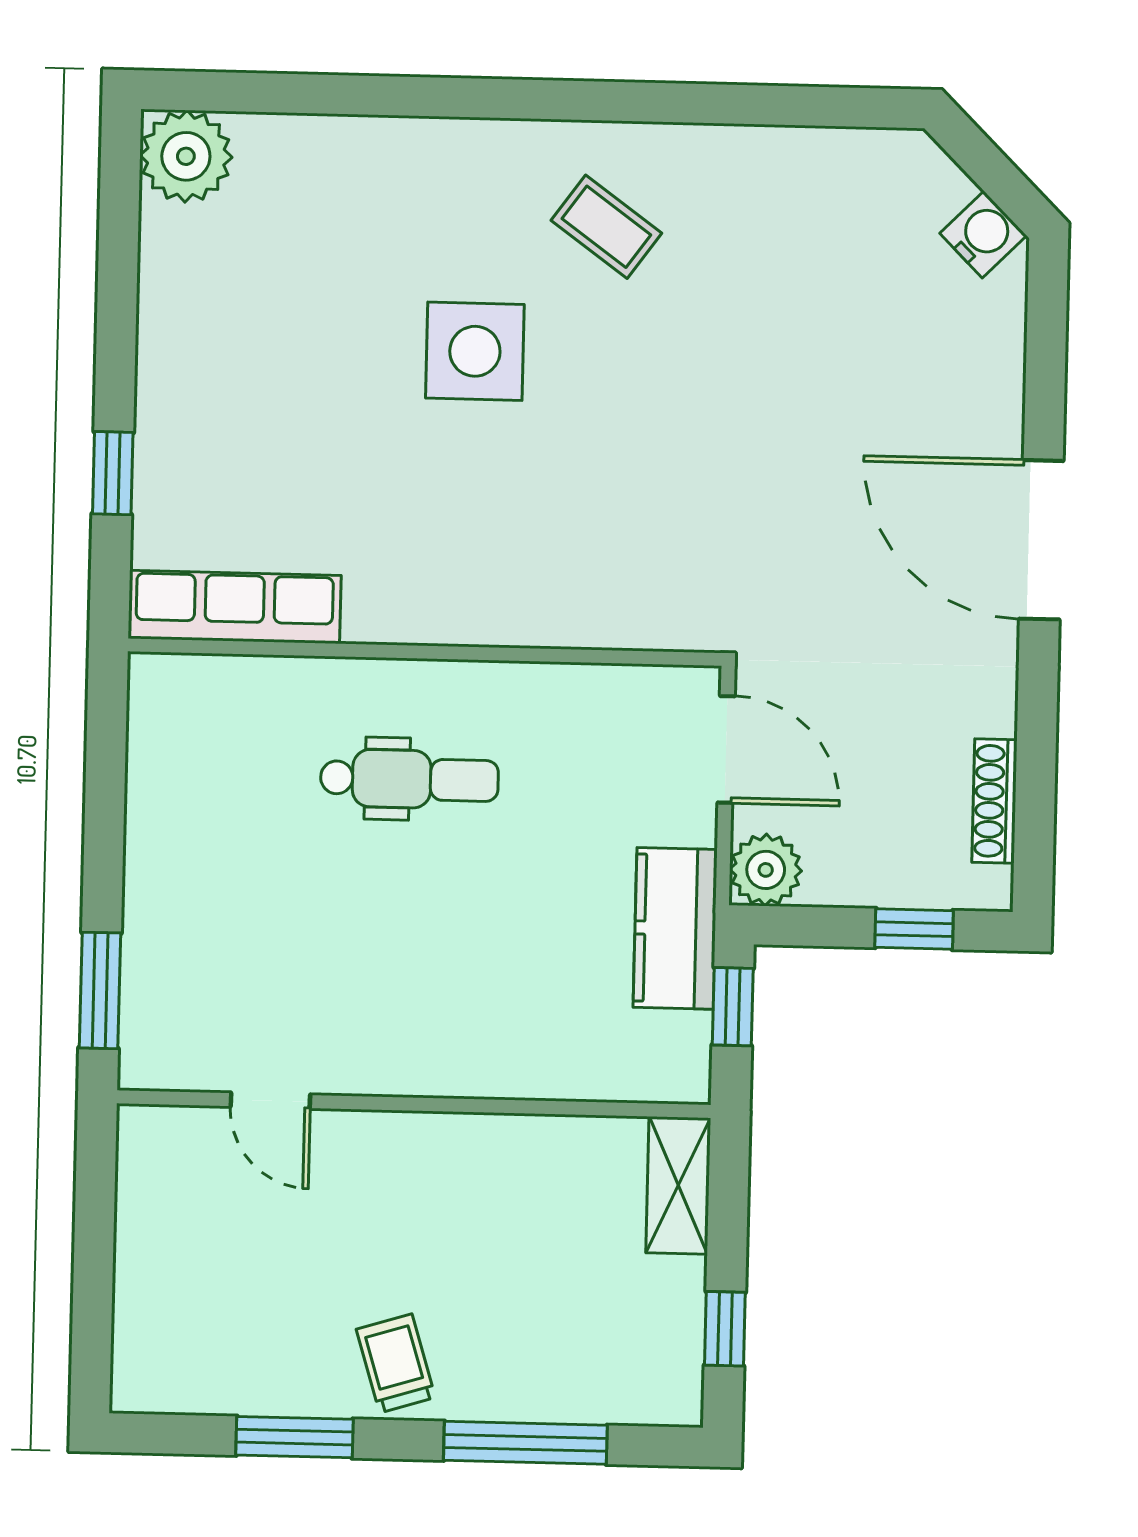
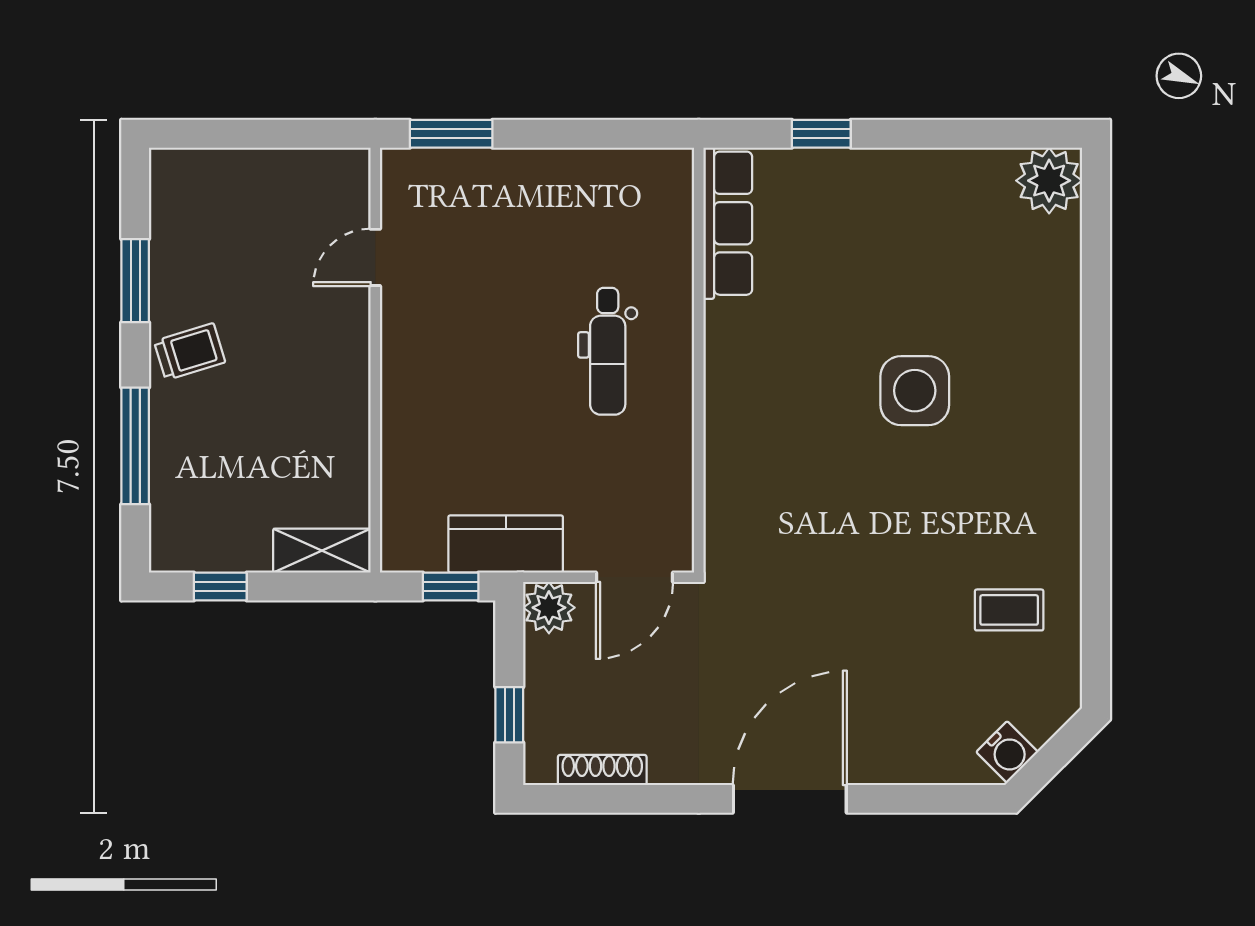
coffee table: (606, 227) -> (1009, 610), moved, turned 54

